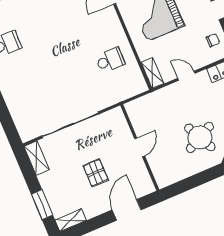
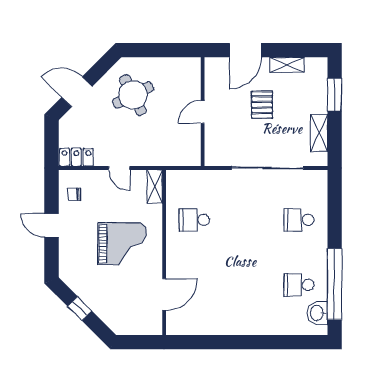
school desk: (28, 95) -> (299, 220), added
shelving: (37, 158) -> (319, 133), moved
shelving: (71, 220) -> (287, 65), moved

